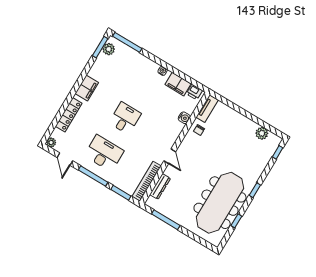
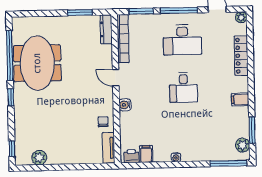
window: (100, 47) -> (252, 130), moved
filing cabinet: (178, 84) -> (146, 154), width x0.50
filing cabinet: (87, 88) -> (240, 100), width x0.50
water cooler: (184, 118) -> (125, 105), moved
dresser: (160, 186) -> (106, 29), moved
meeting table: (220, 203) -> (37, 63), width x0.73
window: (166, 220) -> (80, 13), width x0.69
window: (236, 221) -> (10, 55), width x3.17

